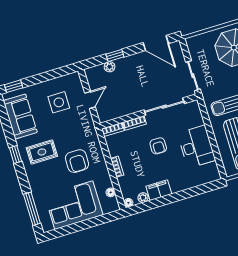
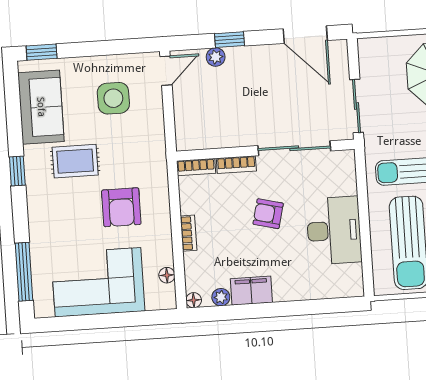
door: (90, 100) -> (166, 71), moved
armchair: (158, 146) -> (268, 214), turned 104
rug: (42, 152) -> (75, 161), moved

